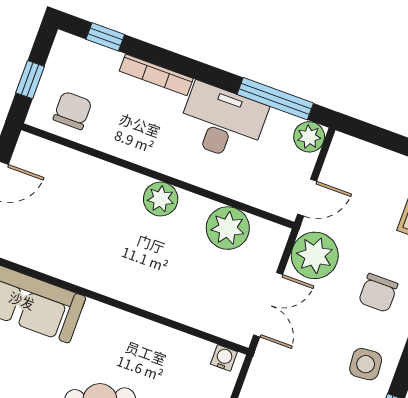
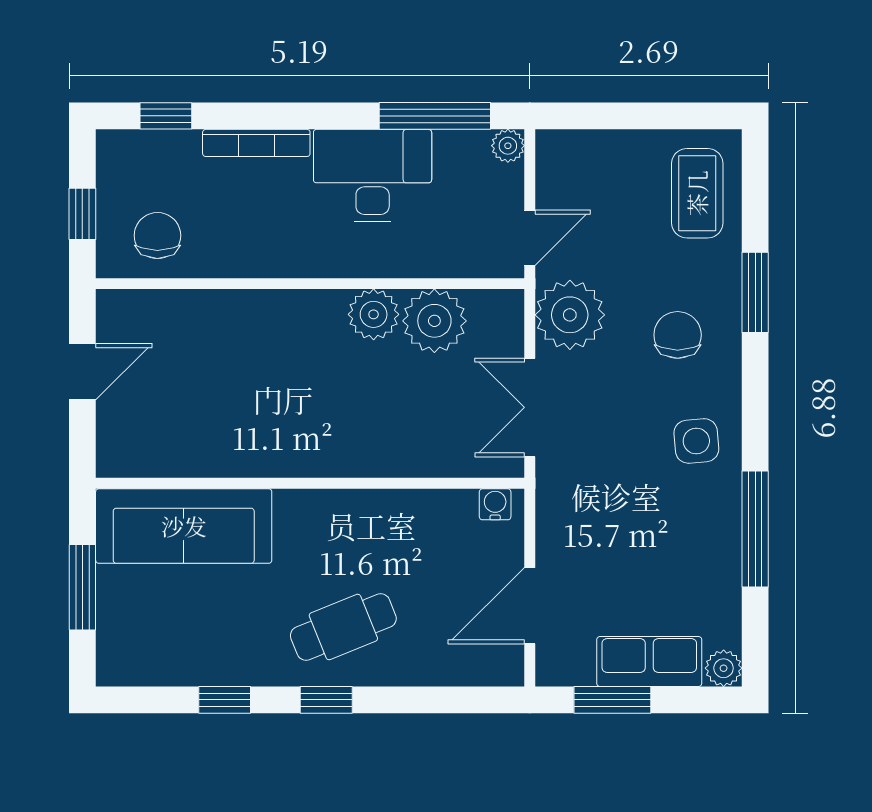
plant: (309, 137) -> (508, 146), width x0.73, depth x0.73
plant: (161, 199) -> (374, 314), moved
chair: (378, 293) -> (678, 335), turned 180
double door: (268, 305) -> (530, 407), swing flipped

